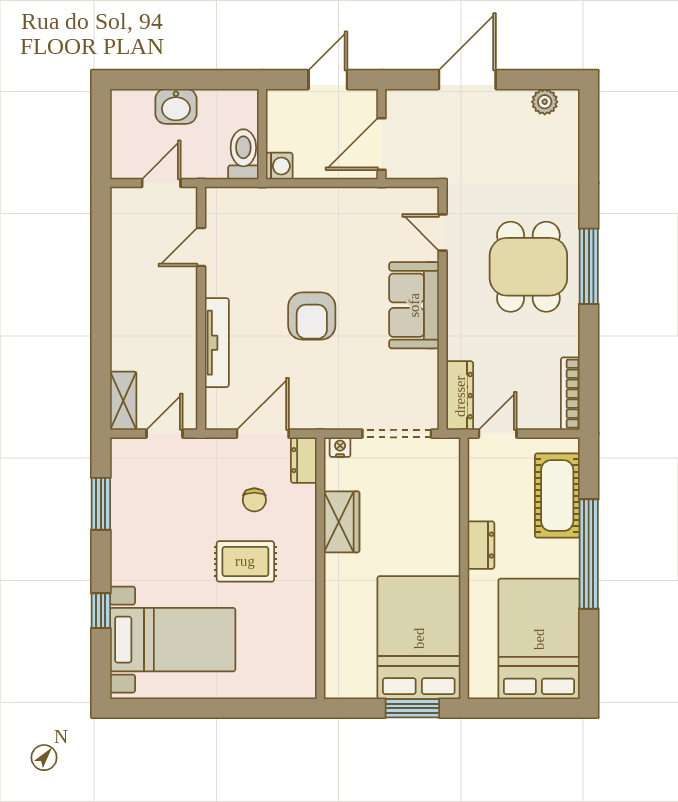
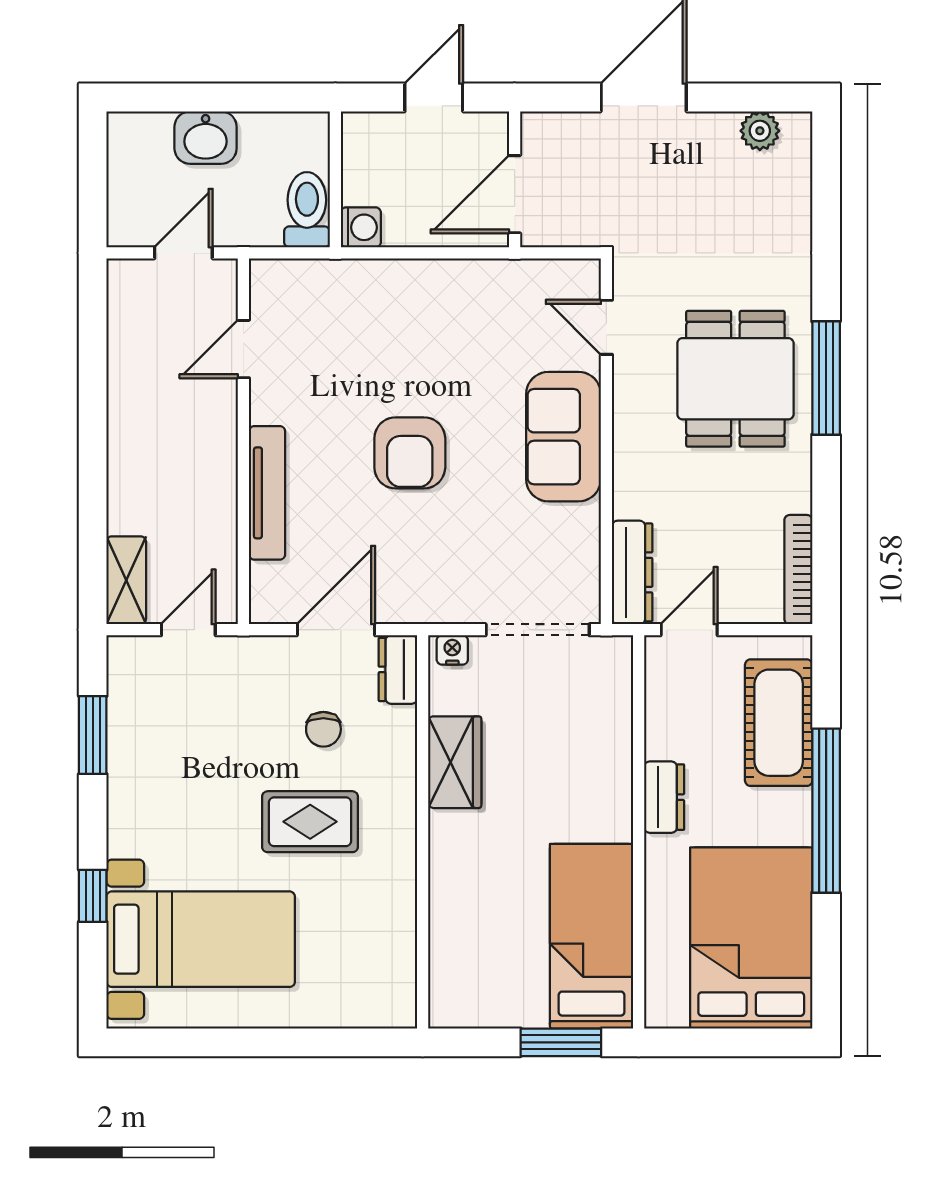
bed: (419, 638) -> (592, 936), width x0.67

